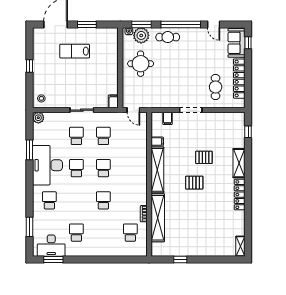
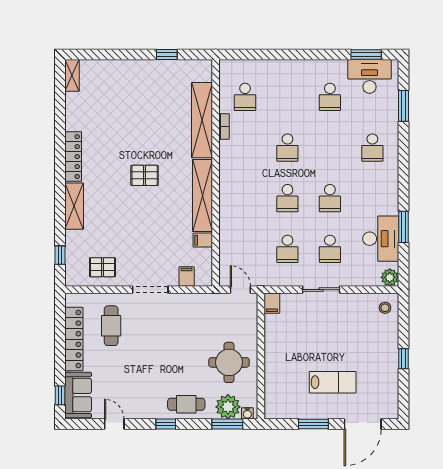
window: (181, 24) -> (166, 424), width x0.32
pallet: (204, 157) -> (102, 267), moved
desk: (47, 165) -> (381, 239), moved, width x0.73, depth x0.77

